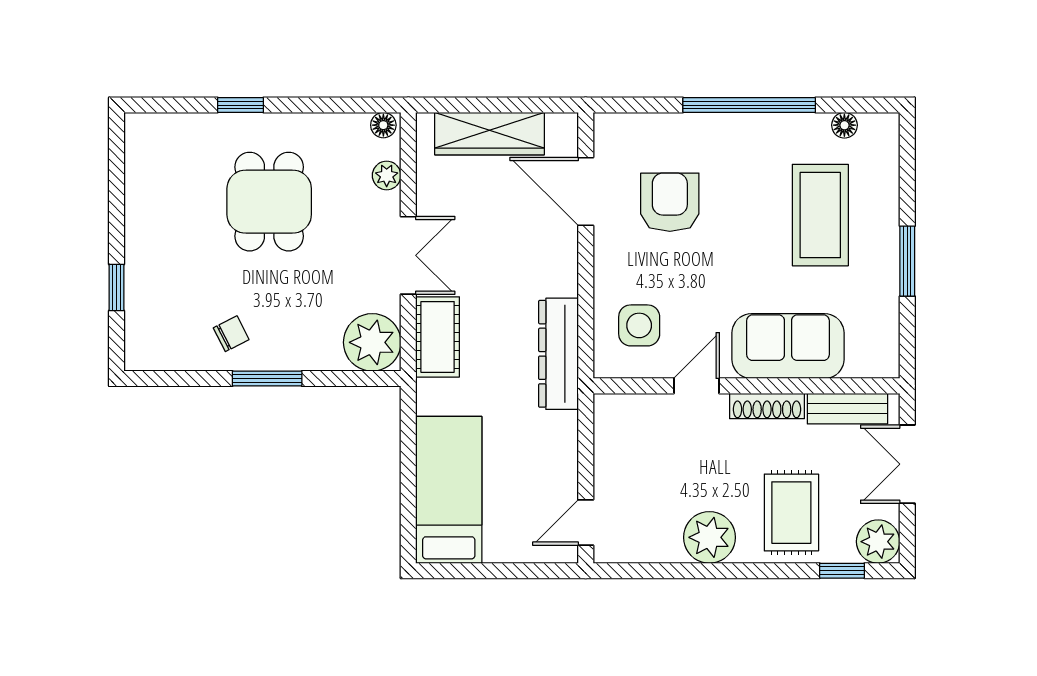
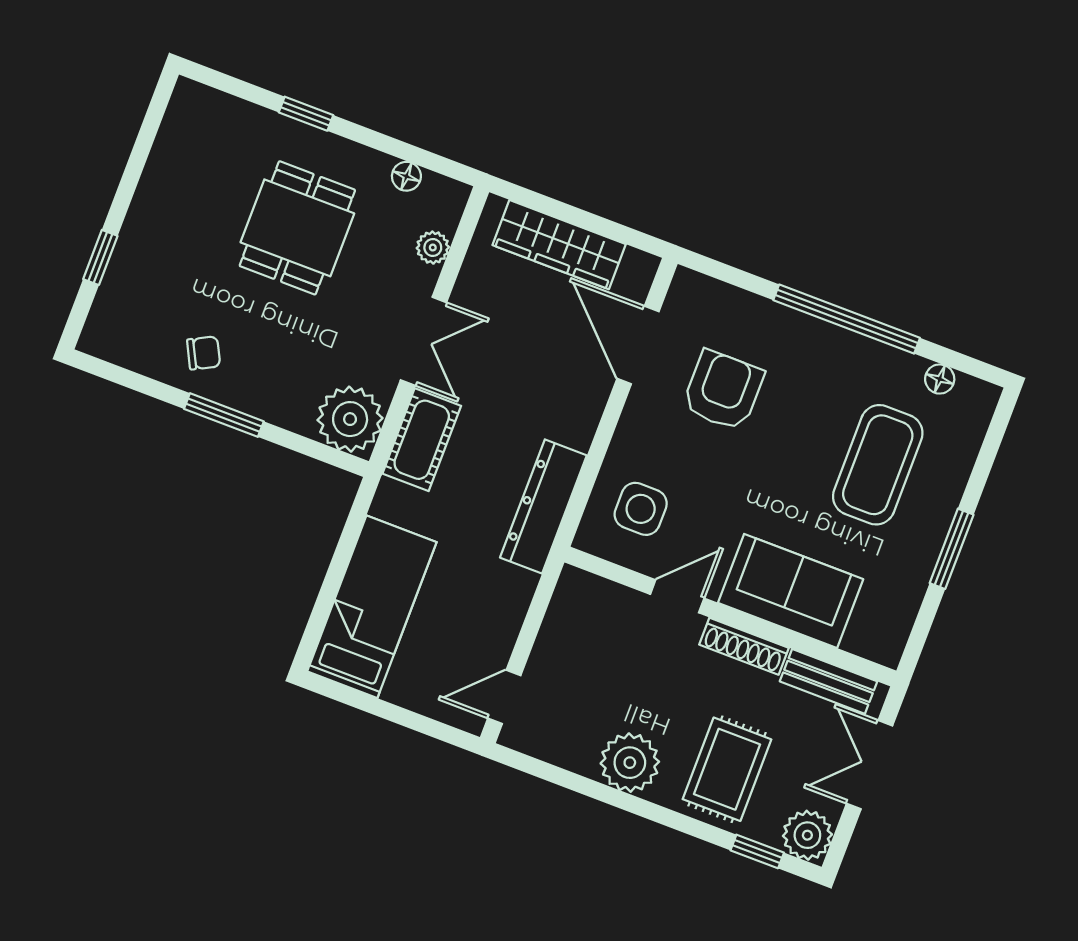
floor lamp: (383, 125) -> (406, 176), moved

